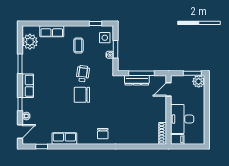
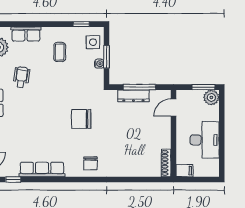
wheelchair: (83, 74) -> (22, 77), moved
chair: (82, 95) -> (81, 119), moved
desk: (182, 119) -> (205, 140), moved, turned 180
row of seats: (64, 138) -> (42, 170), width x1.48

